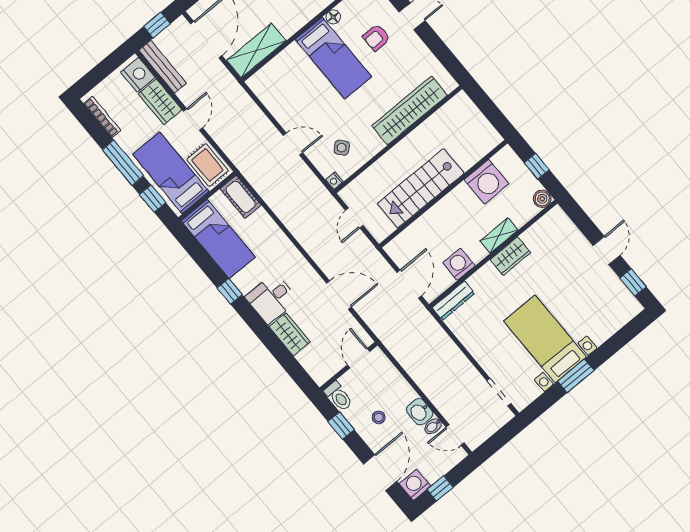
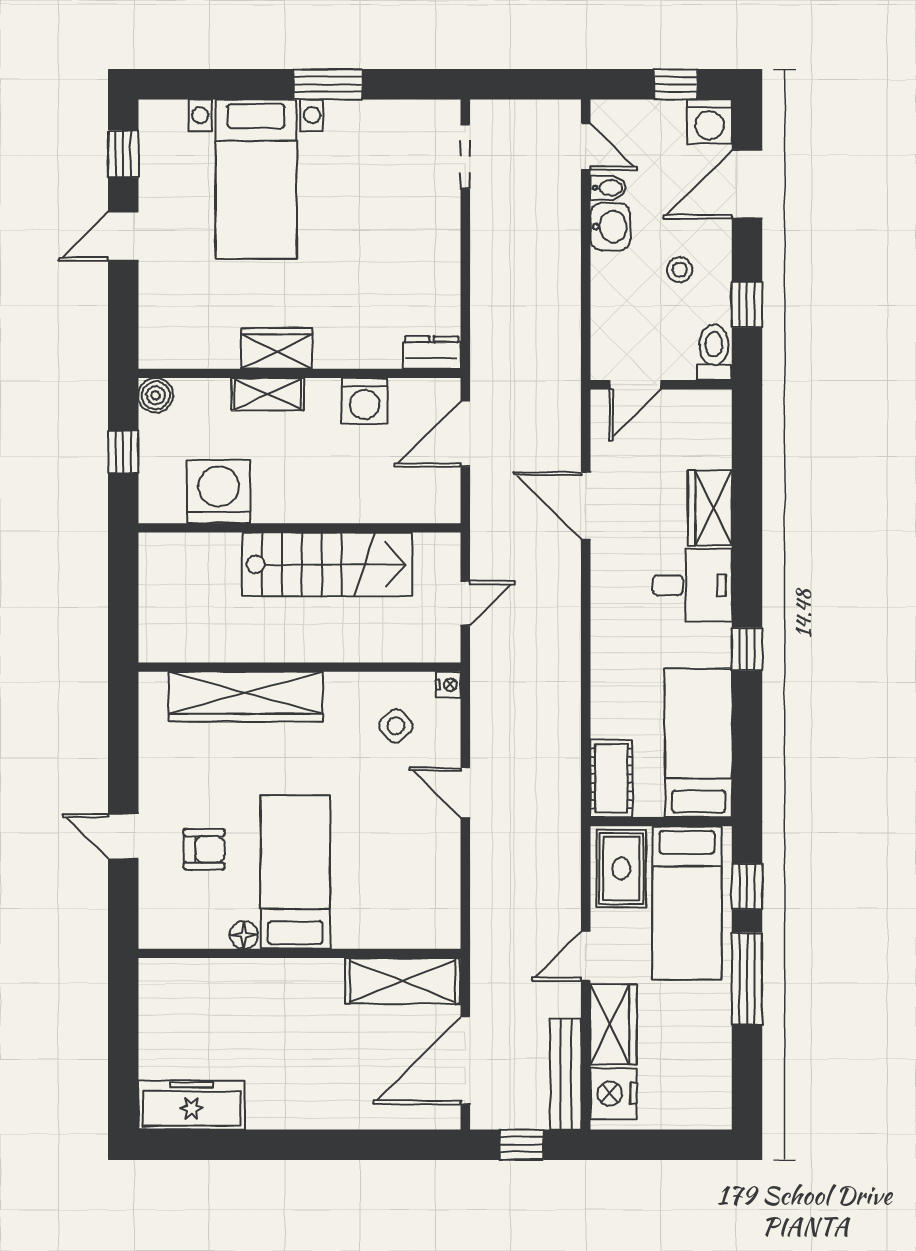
bookcase: (102, 117) -> (721, 1074), removed
dresser: (453, 301) -> (432, 353), width x0.70
bed with nightstands: (545, 339) -> (256, 179), moved

